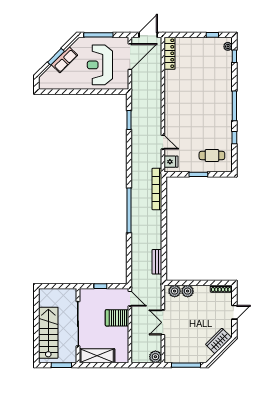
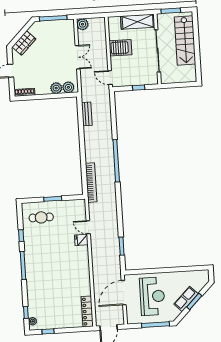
door: (130, 57) -> (124, 293), moved
fridge: (171, 162) -> (81, 240), moved
server rack: (117, 318) -> (120, 48), moved

